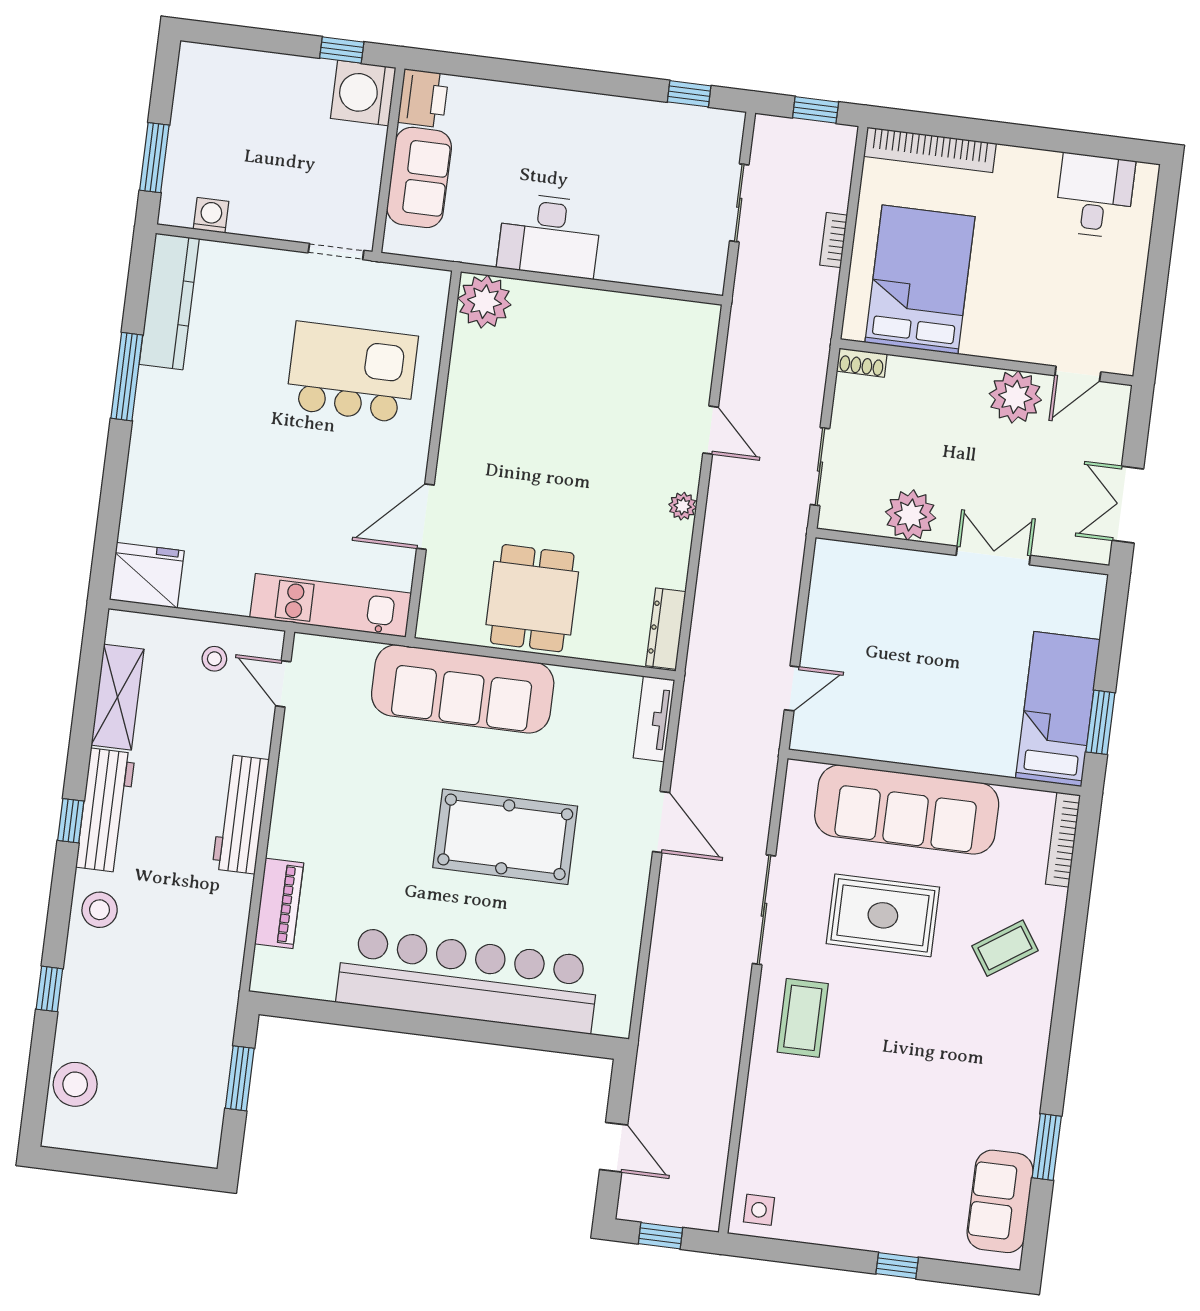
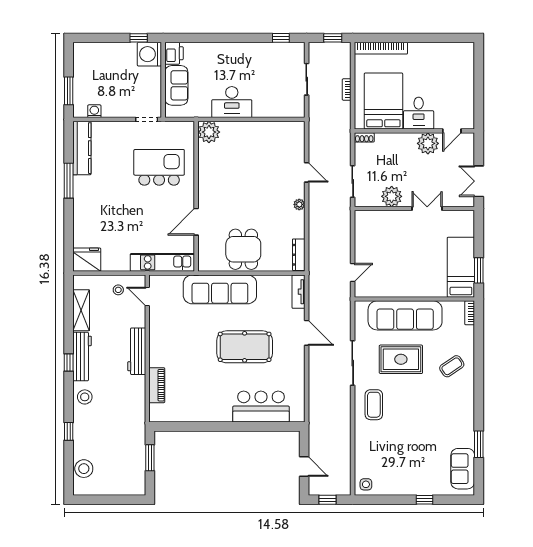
desk: (1095, 196) -> (419, 113), moved, turned 180
bookcase: (1063, 840) -> (470, 313), width x0.64
bar counter: (468, 980) -> (261, 407), width x0.54

